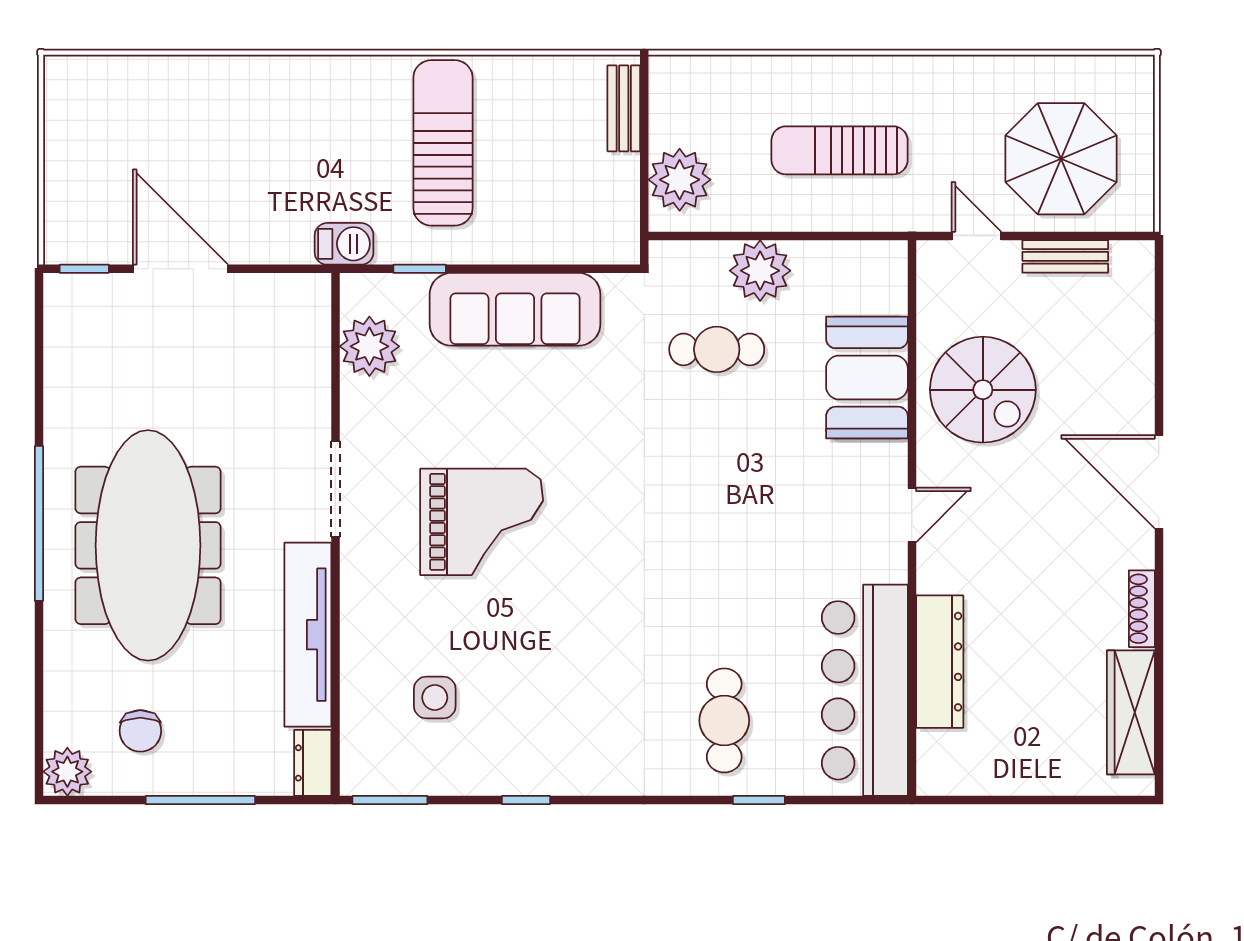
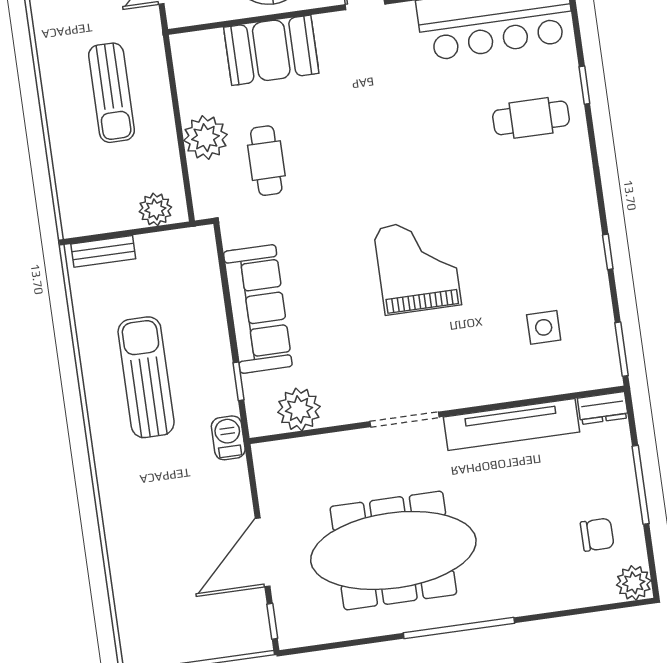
sun lounger: (443, 143) -> (146, 377), turned 90
plant: (680, 180) -> (155, 209), width x0.73, depth x0.73
grand piano: (482, 522) -> (417, 266), moved
meeting table: (148, 545) -> (393, 550), moved

